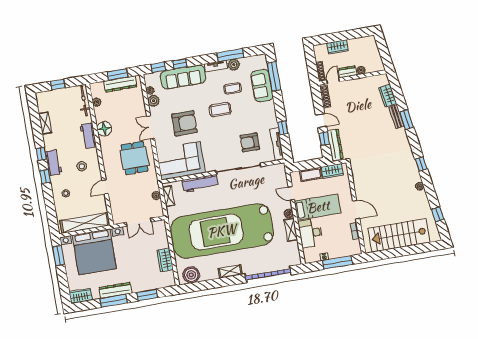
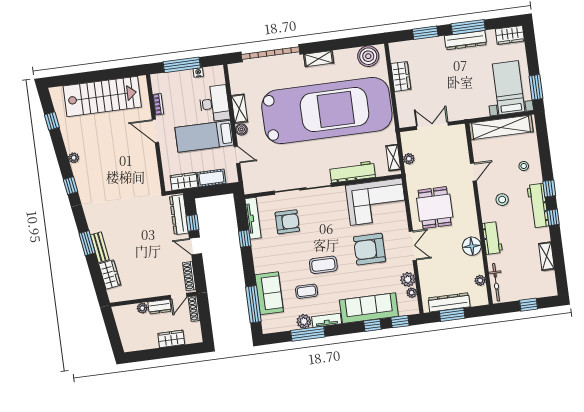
workbench: (53, 163) -> (538, 206), width x1.37
bed with nightstands: (94, 252) -> (509, 88), width x0.54

